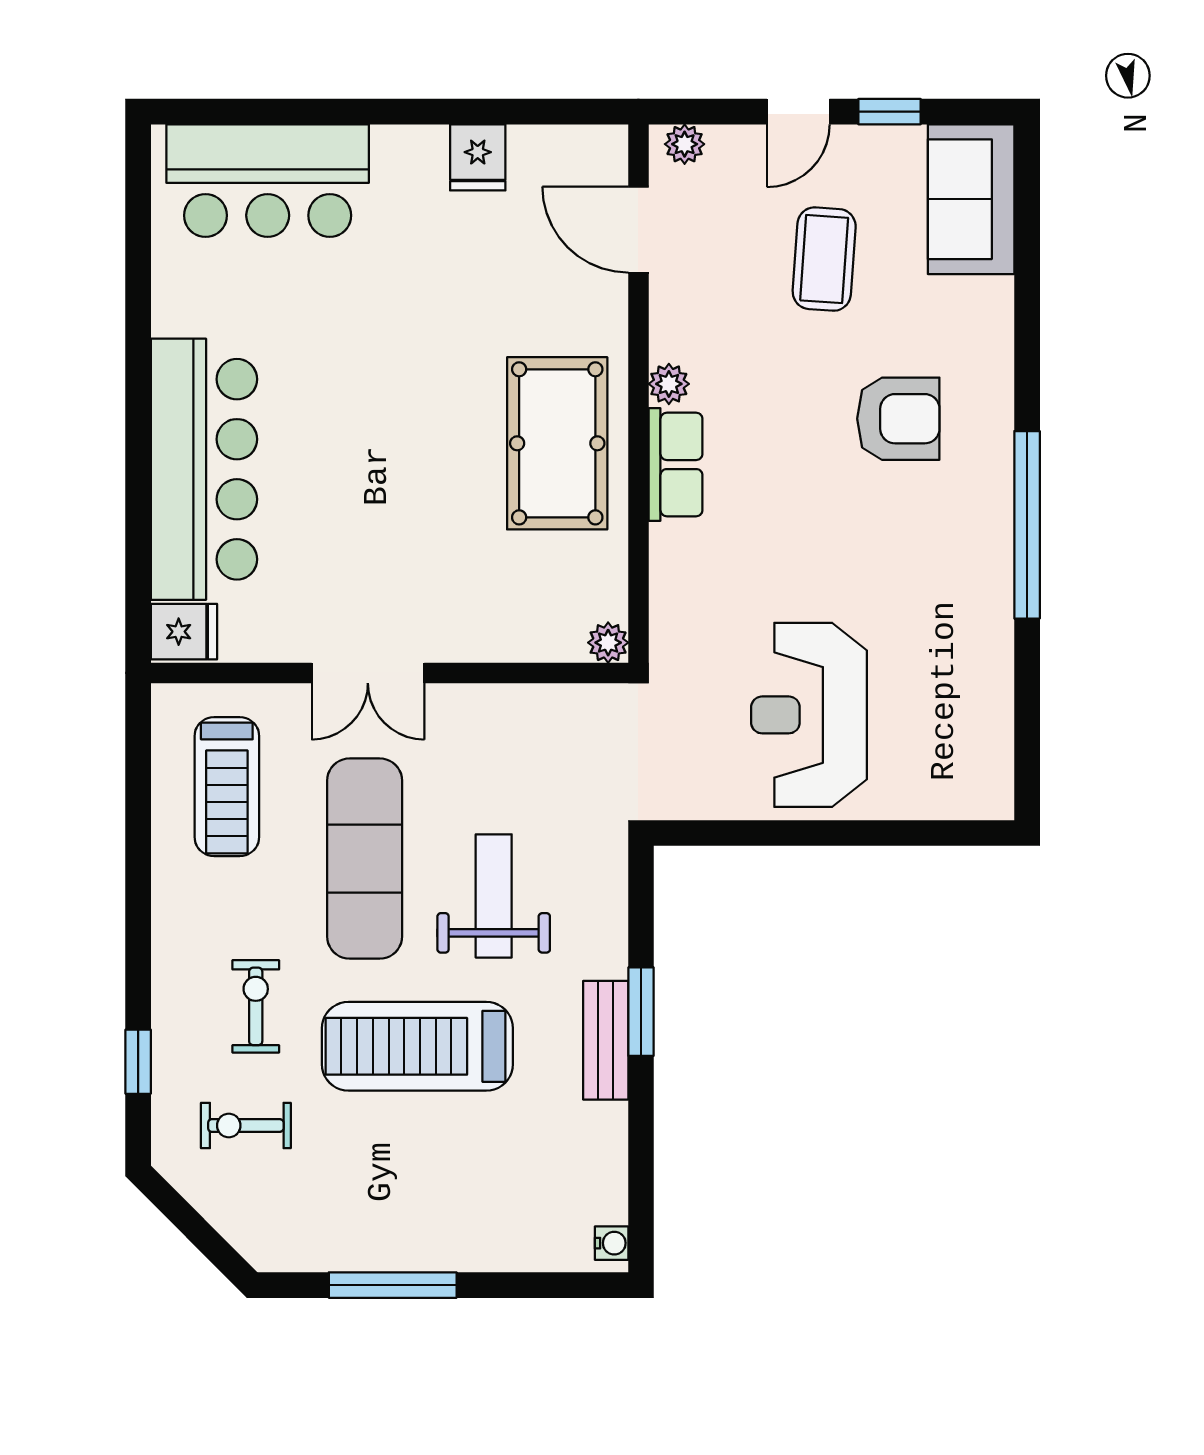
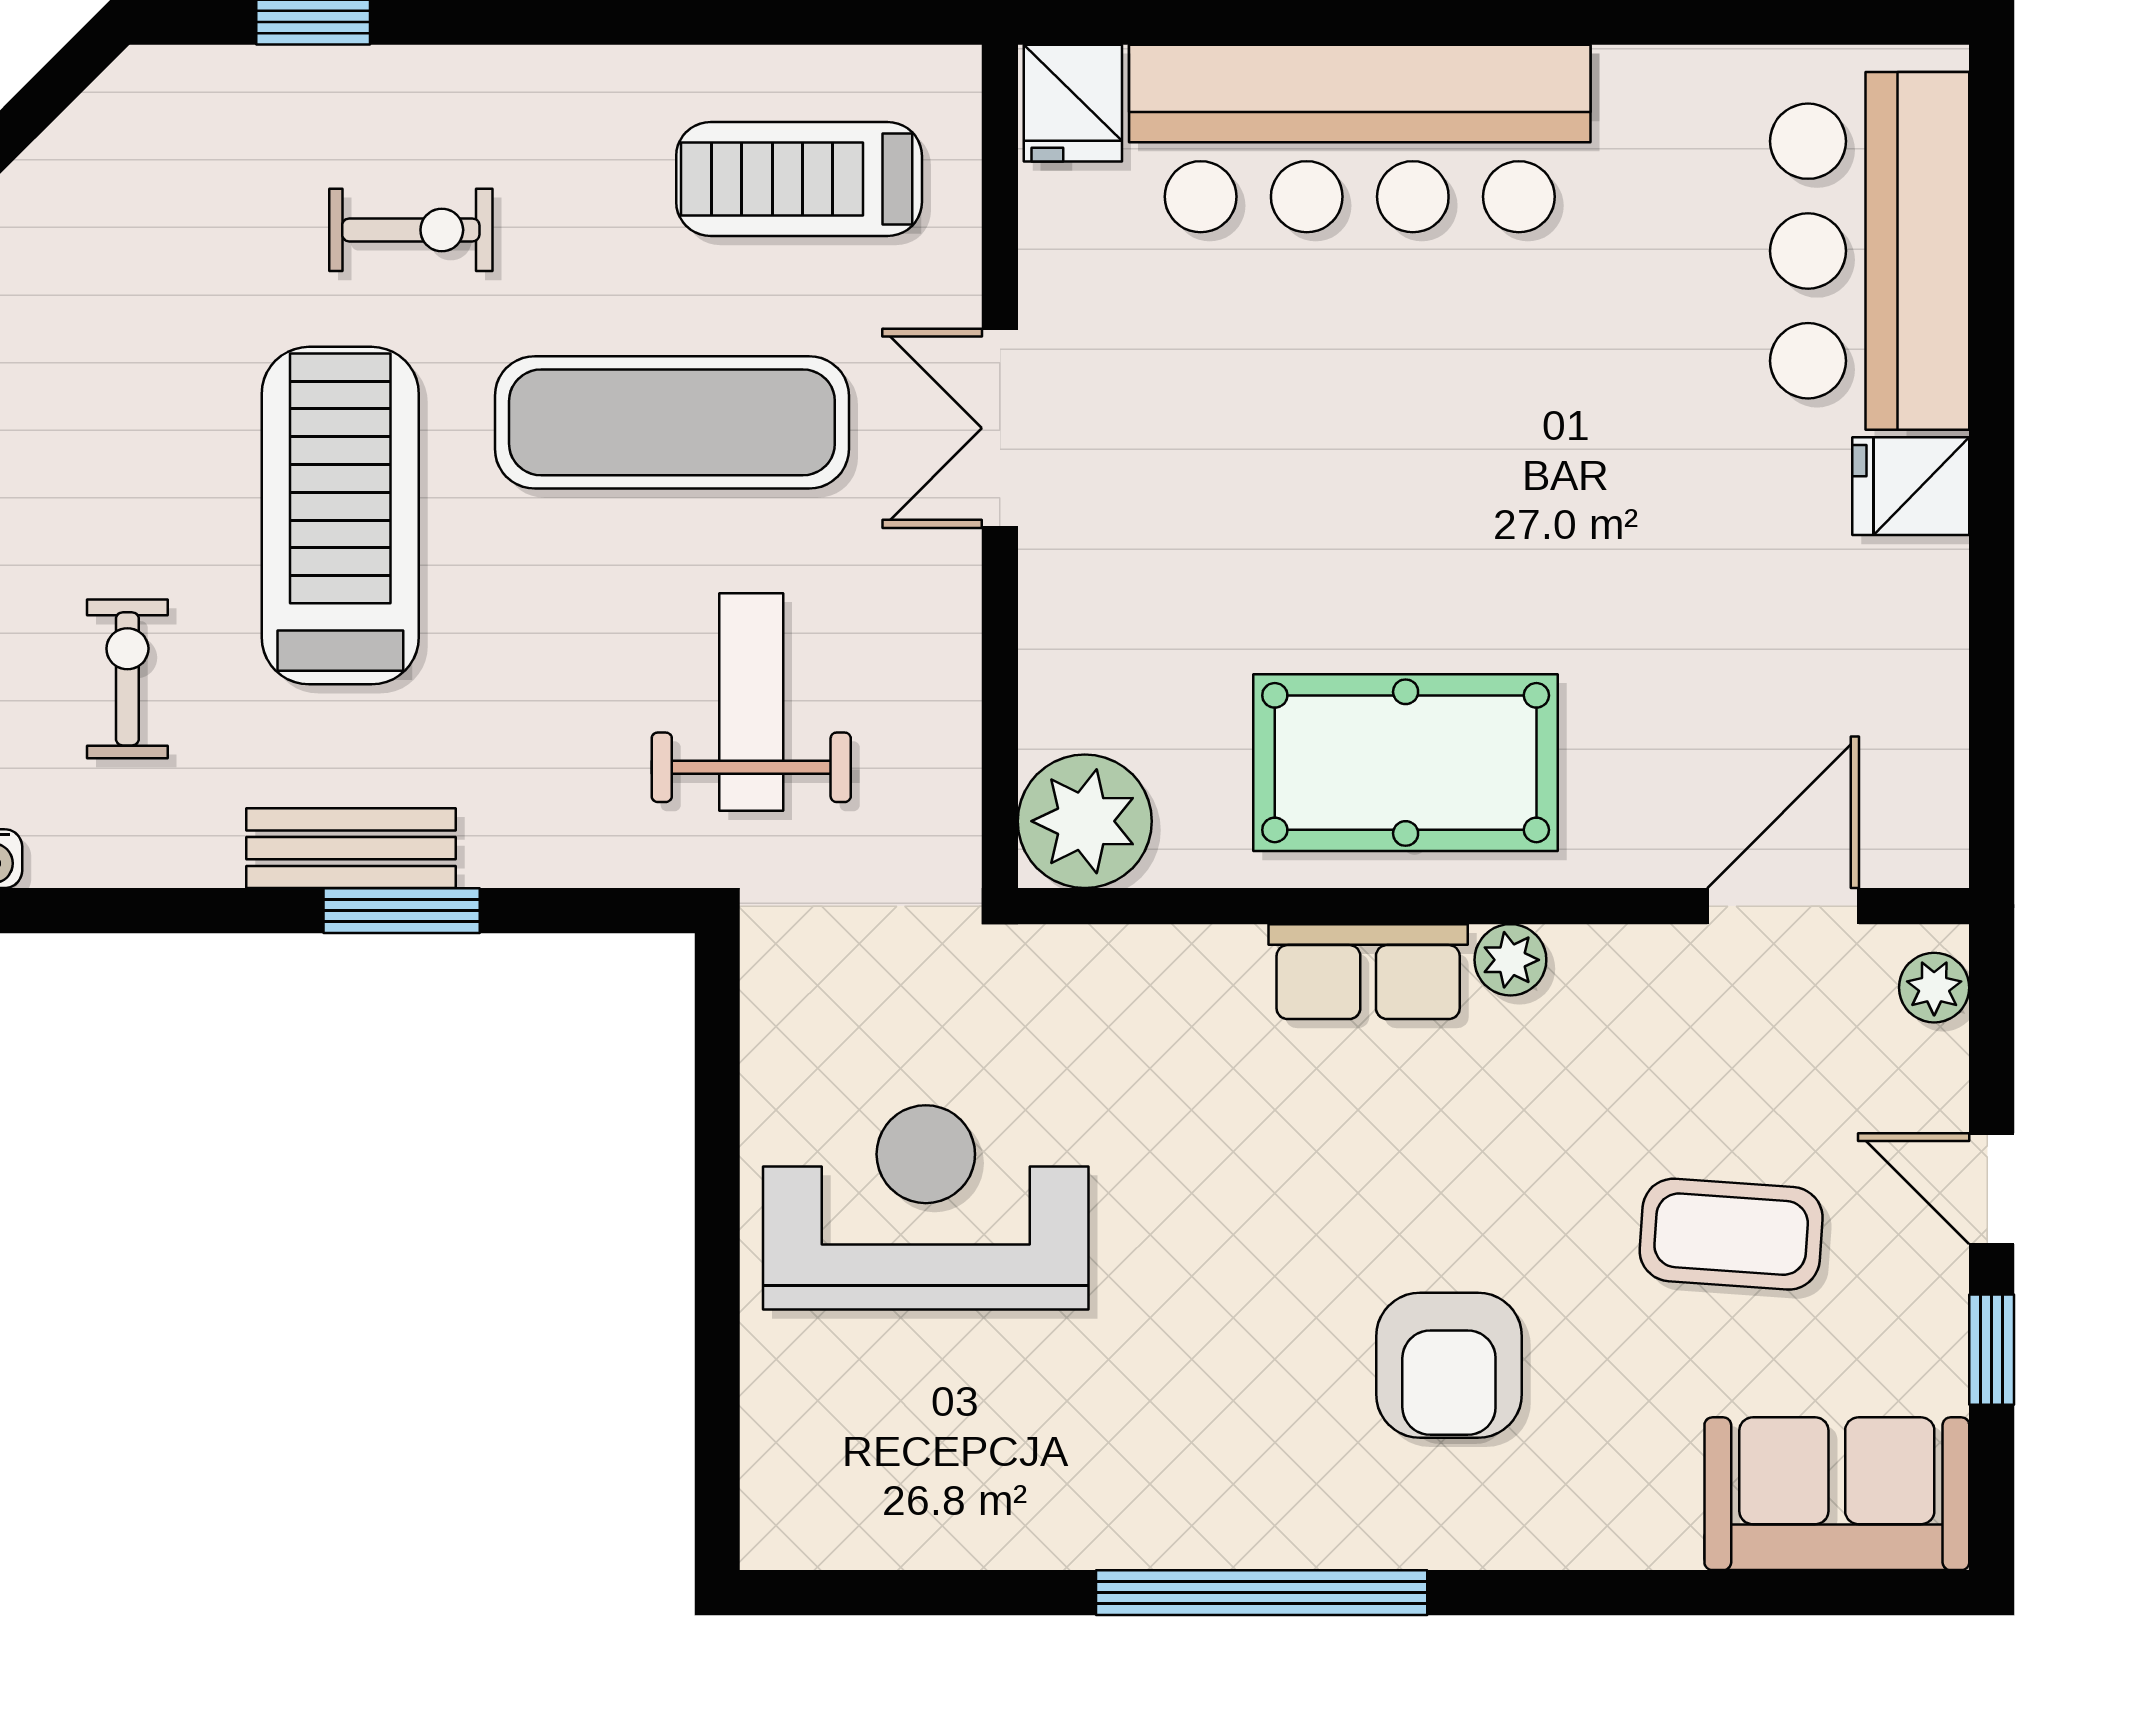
fridge: (478, 157) -> (1911, 486), moved
plant: (608, 643) -> (1085, 821), width x1.88, depth x1.88
weight bench: (494, 896) -> (751, 702), moved, turned -90
exercise bike: (246, 1125) -> (127, 679), moved

